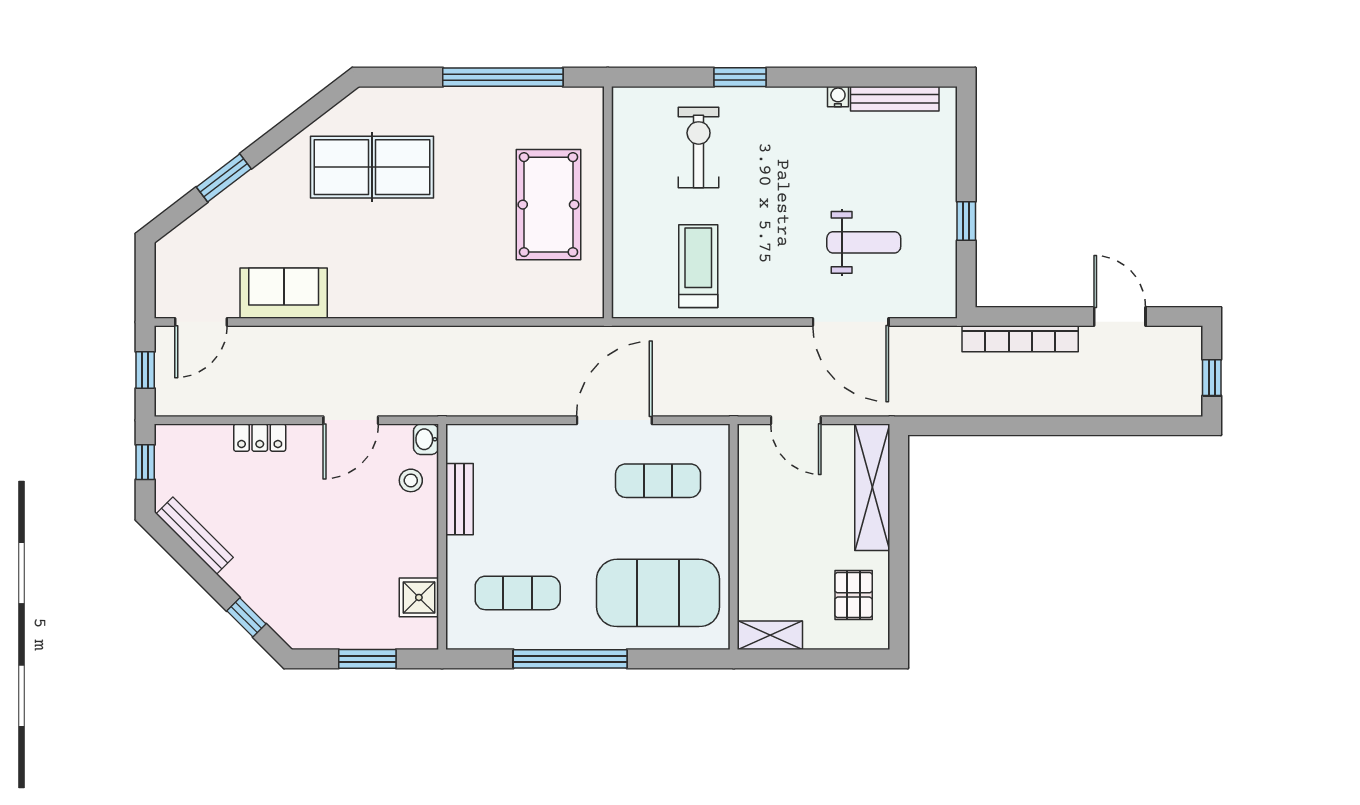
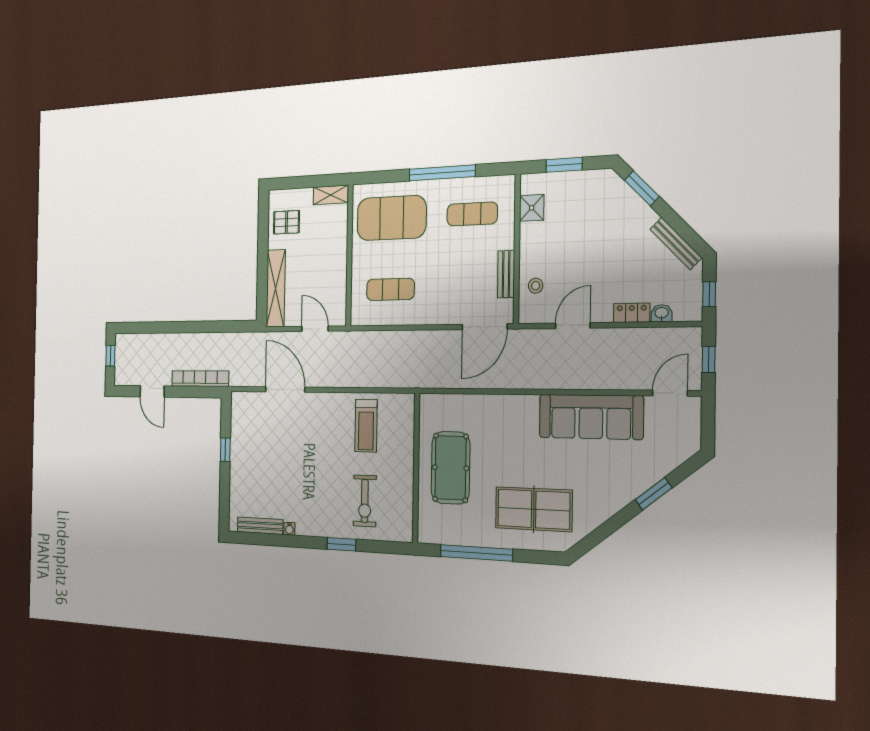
table tennis table: (372, 167) -> (534, 509), moved
weight bench: (864, 242) -> (278, 438), removed
sofa: (284, 293) -> (591, 417), width x1.85, depth x1.27
door: (614, 420) -> (485, 327), moved
washbasin: (426, 439) -> (662, 313), moved, turned -90
pallet: (854, 595) -> (286, 222), turned 90
window: (246, 617) -> (642, 188), width x1.50

